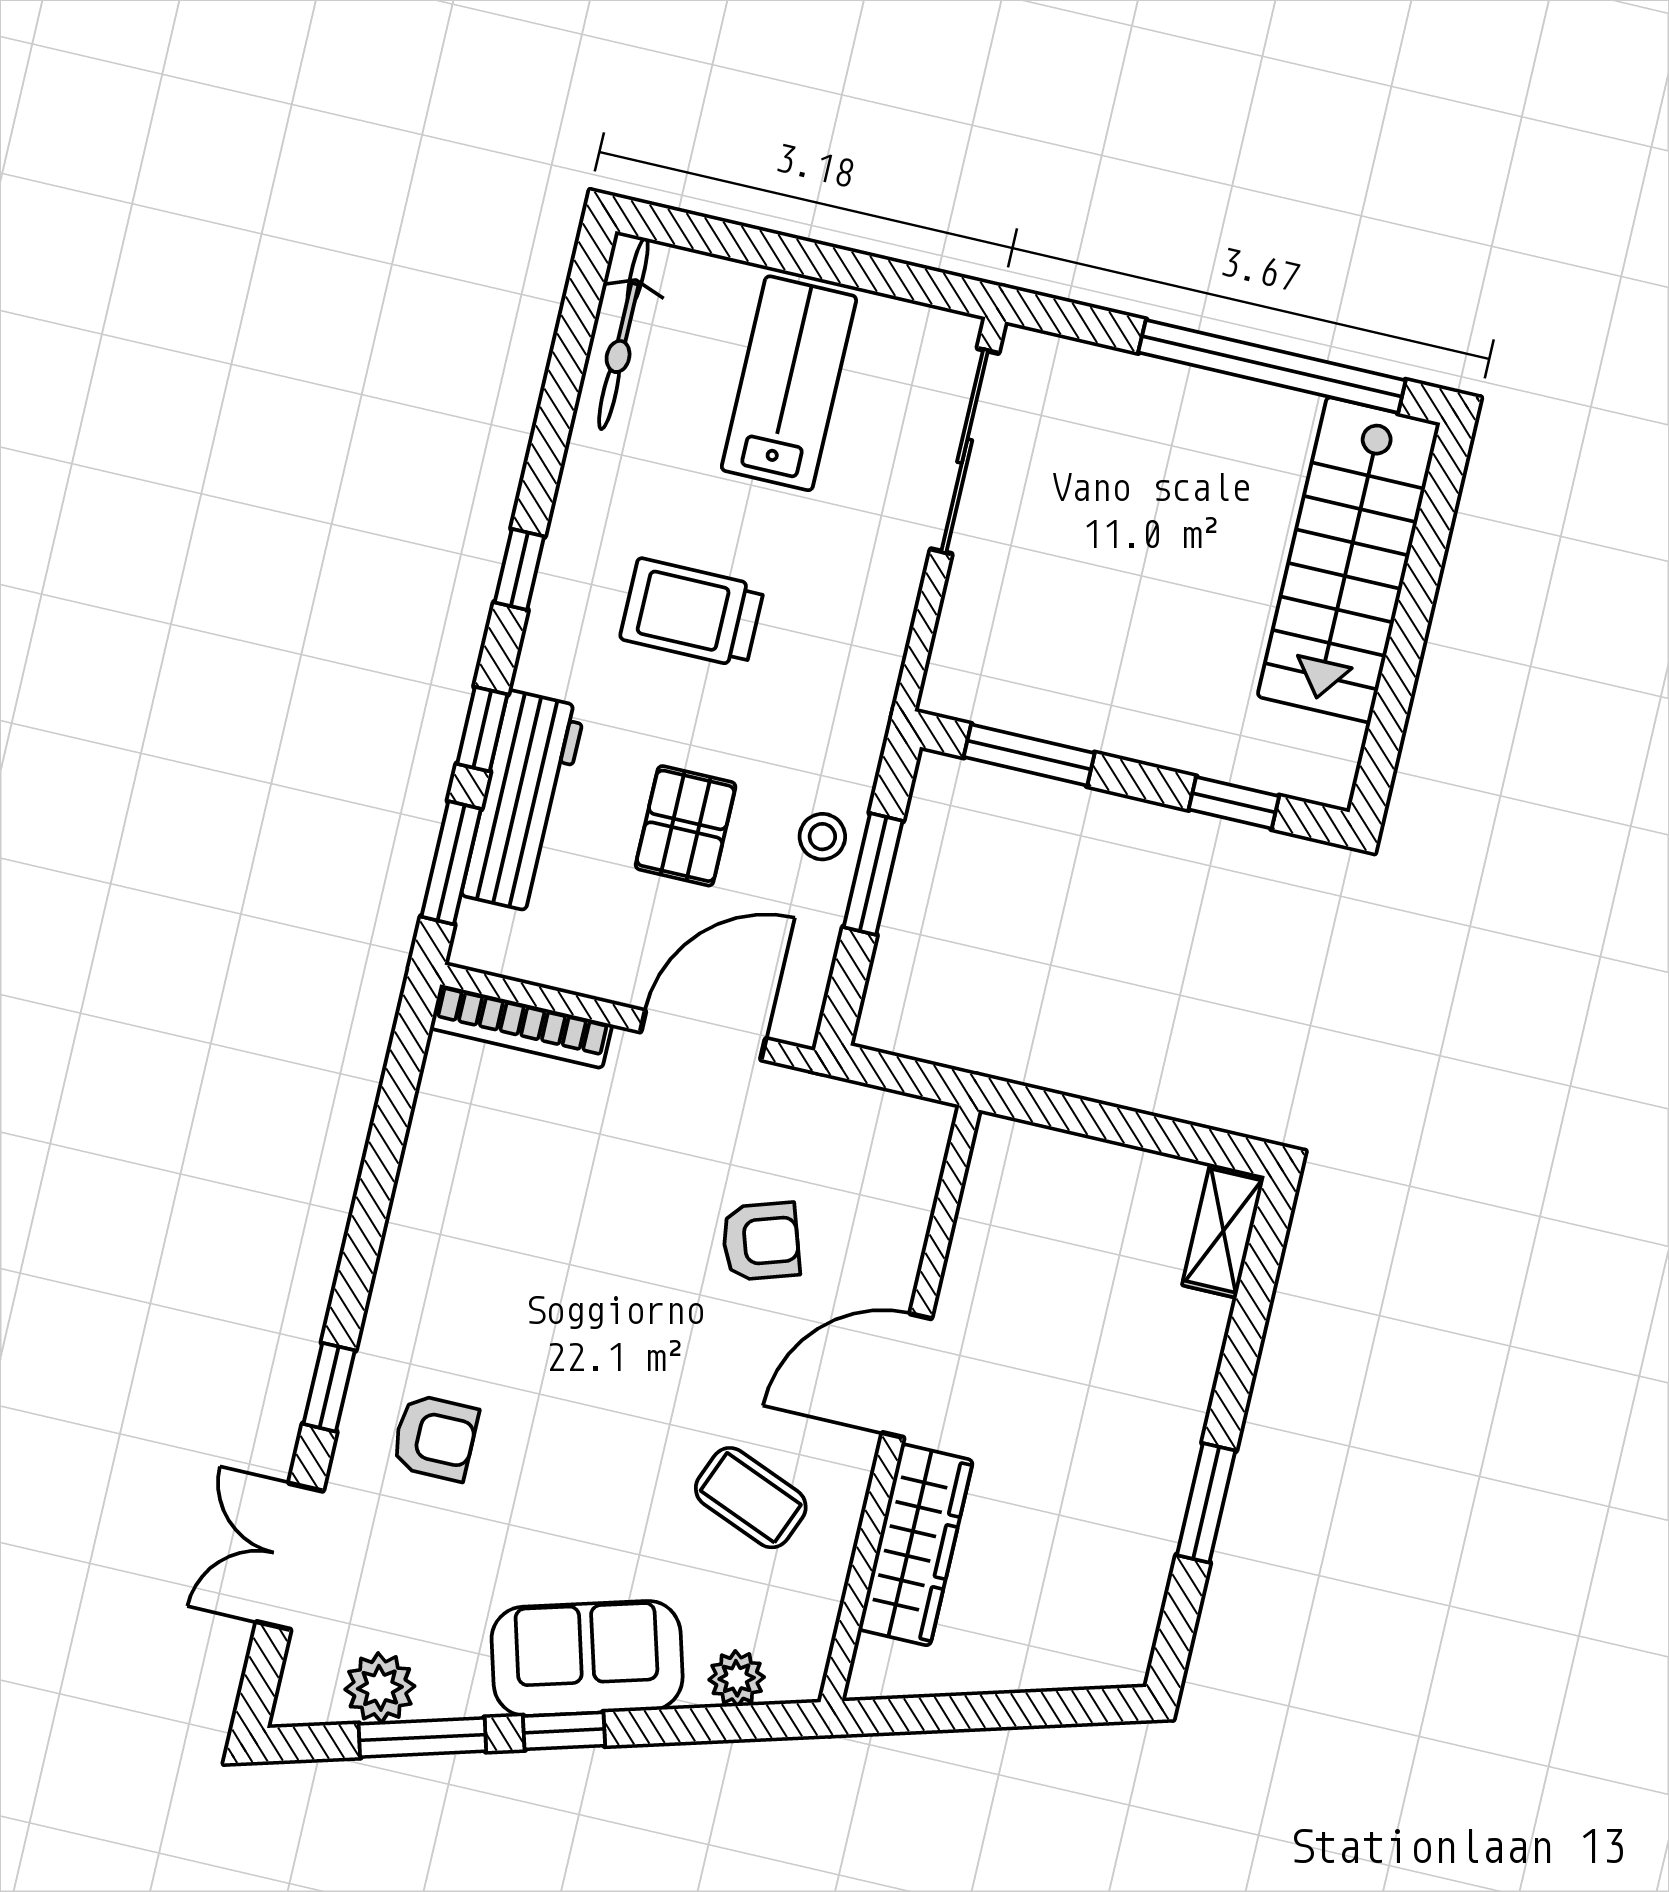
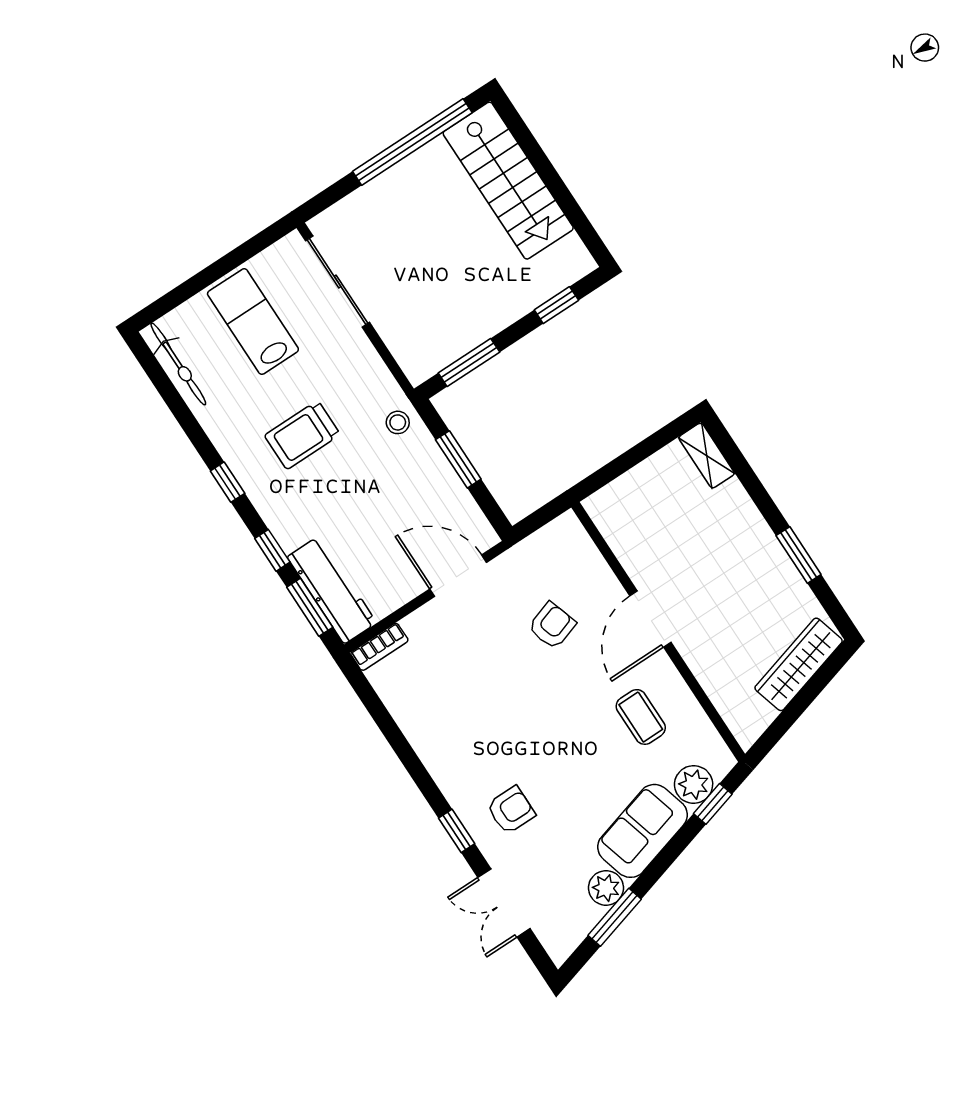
workbench: (523, 801) -> (332, 590), moved
pallet: (686, 826) -> (377, 510), removed
stool: (822, 837) -> (398, 422), moved
bookcase: (521, 1026) -> (379, 647), width x0.64
door: (703, 1035) -> (458, 576), hinge flipped
coffee table: (751, 1498) -> (641, 717), turned 68
wardrobe: (916, 1545) -> (799, 664), moved, turned -106
plant: (737, 1678) -> (694, 784), width x1.38, depth x1.38
plant: (380, 1688) -> (606, 888), moved
window: (564, 1731) -> (713, 804), moved

